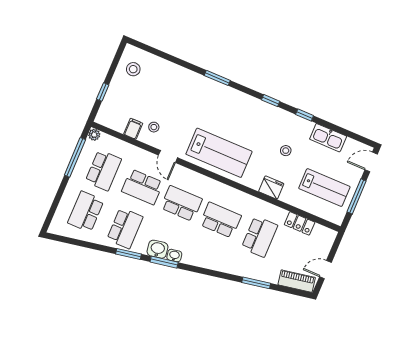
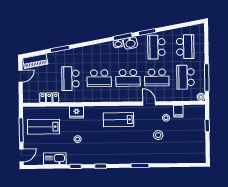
stool: (133, 69) -> (158, 135), moved
lab bench: (219, 153) -> (118, 120), width x0.73, depth x0.72
school desk: (142, 187) -> (157, 78), turned 180

